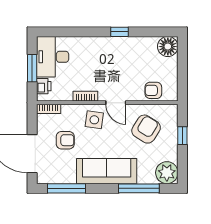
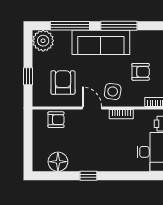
floor lamp: (168, 47) -> (58, 162), moved
armchair: (146, 129) -> (63, 83), turned 148
armchair: (65, 140) -> (141, 72), turned 180
window: (67, 188) -> (119, 26), moved

